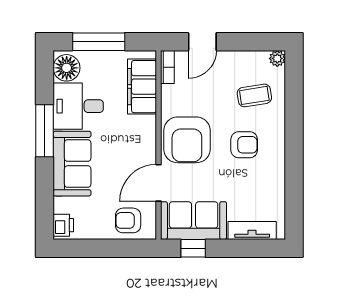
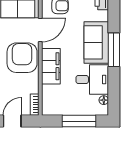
floor lamp: (67, 68) -> (104, 100), width x0.53, depth x0.53
filing cabinet: (142, 87) -> (51, 66), moved
window: (45, 131) -> (114, 50), moved

